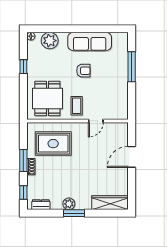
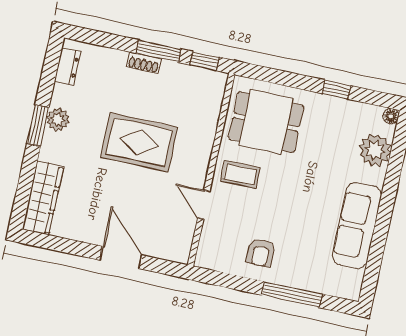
armchair: (83, 71) -> (261, 253), moved
rug: (53, 144) -> (139, 142), moved, turned 90
window: (23, 192) -> (205, 61), moved

